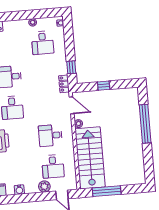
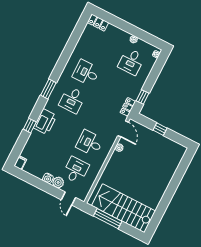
window: (145, 124) -> (175, 182), removed
stairs: (90, 158) -> (124, 208), moved, turned -90
desk: (53, 166) -> (76, 170), turned 180
water cooler: (19, 190) -> (48, 178), moved

